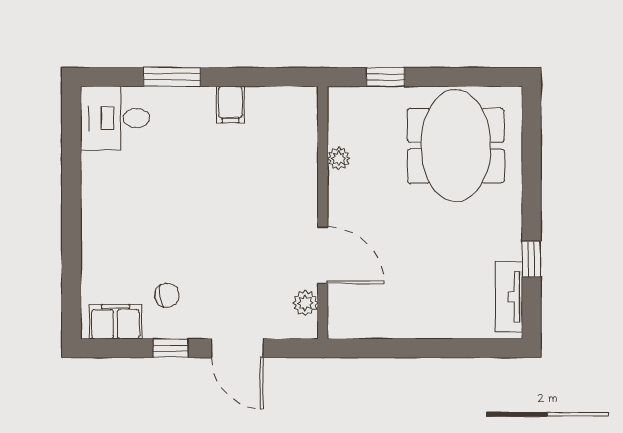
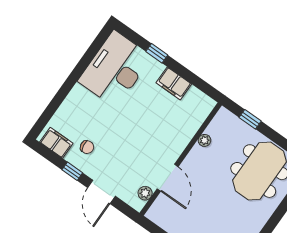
window: (172, 77) -> (157, 53), width x0.67
filing cabinet: (230, 105) -> (174, 83), width x2.00
desk: (115, 118) -> (115, 69), width x1.87, depth x1.30

